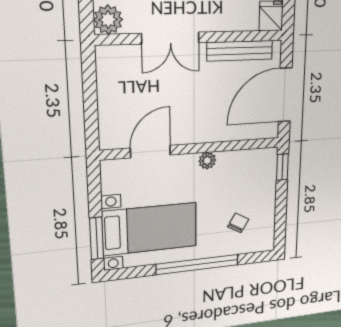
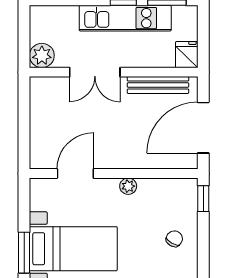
chair: (238, 223) -> (174, 239), moved

